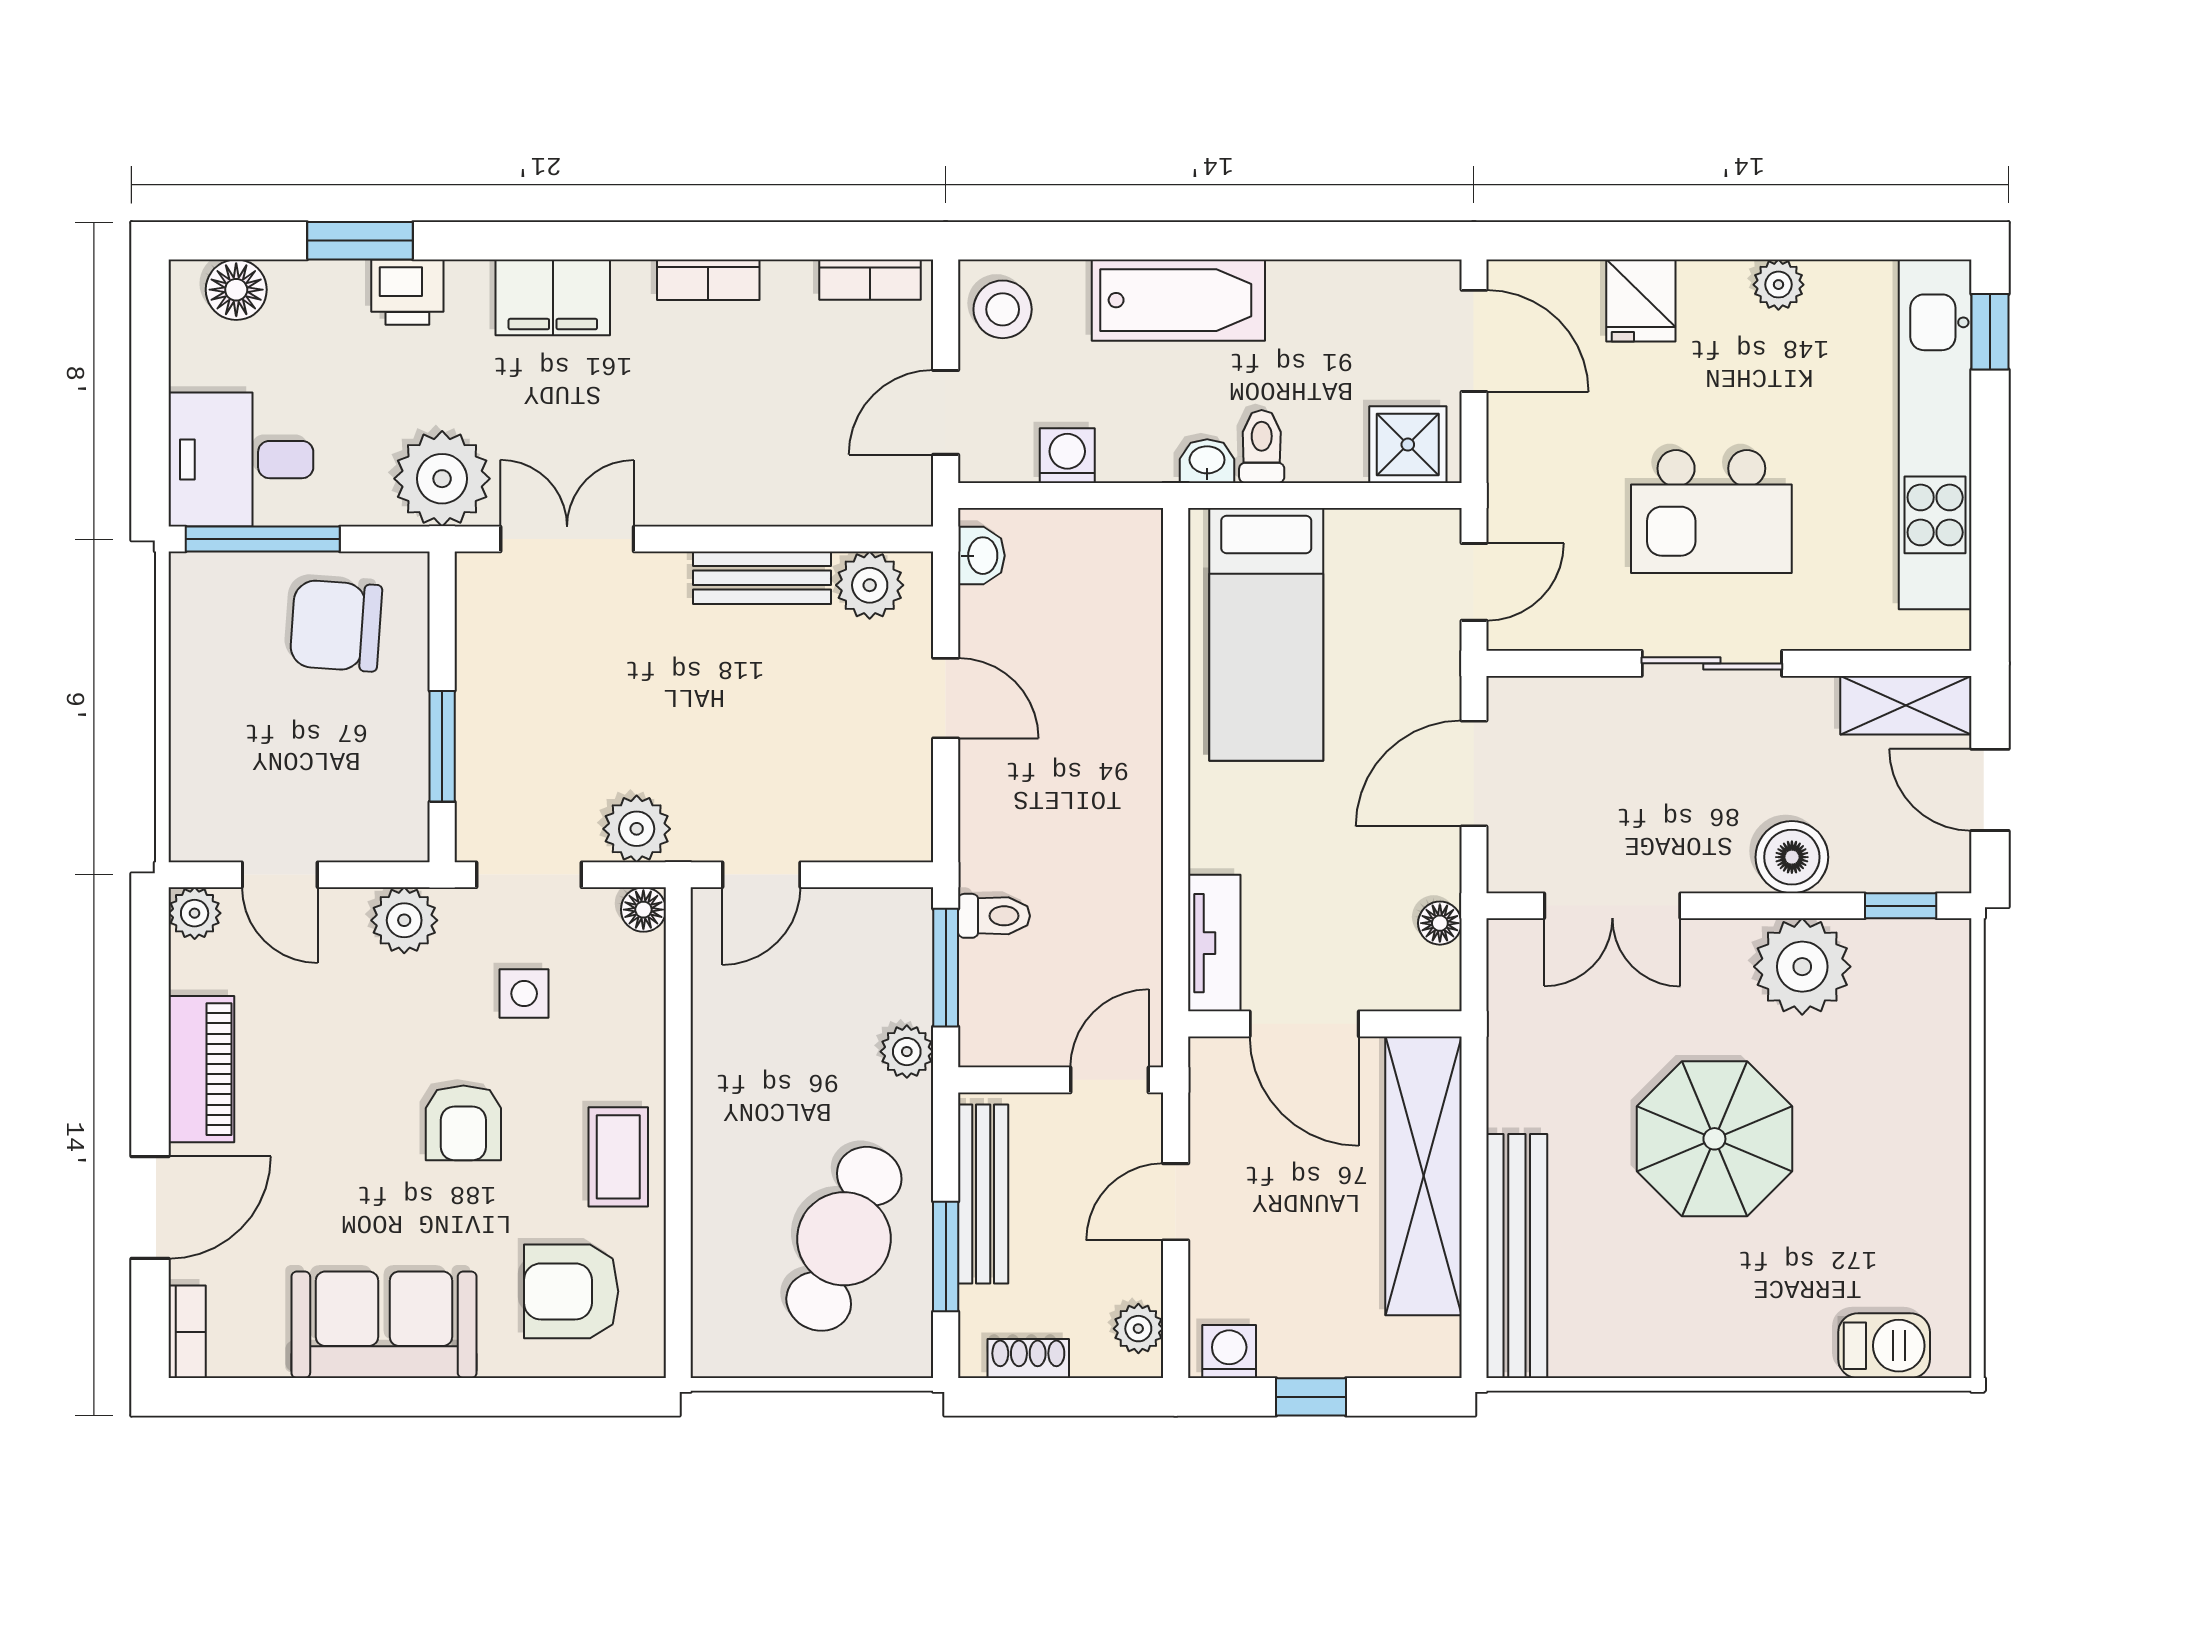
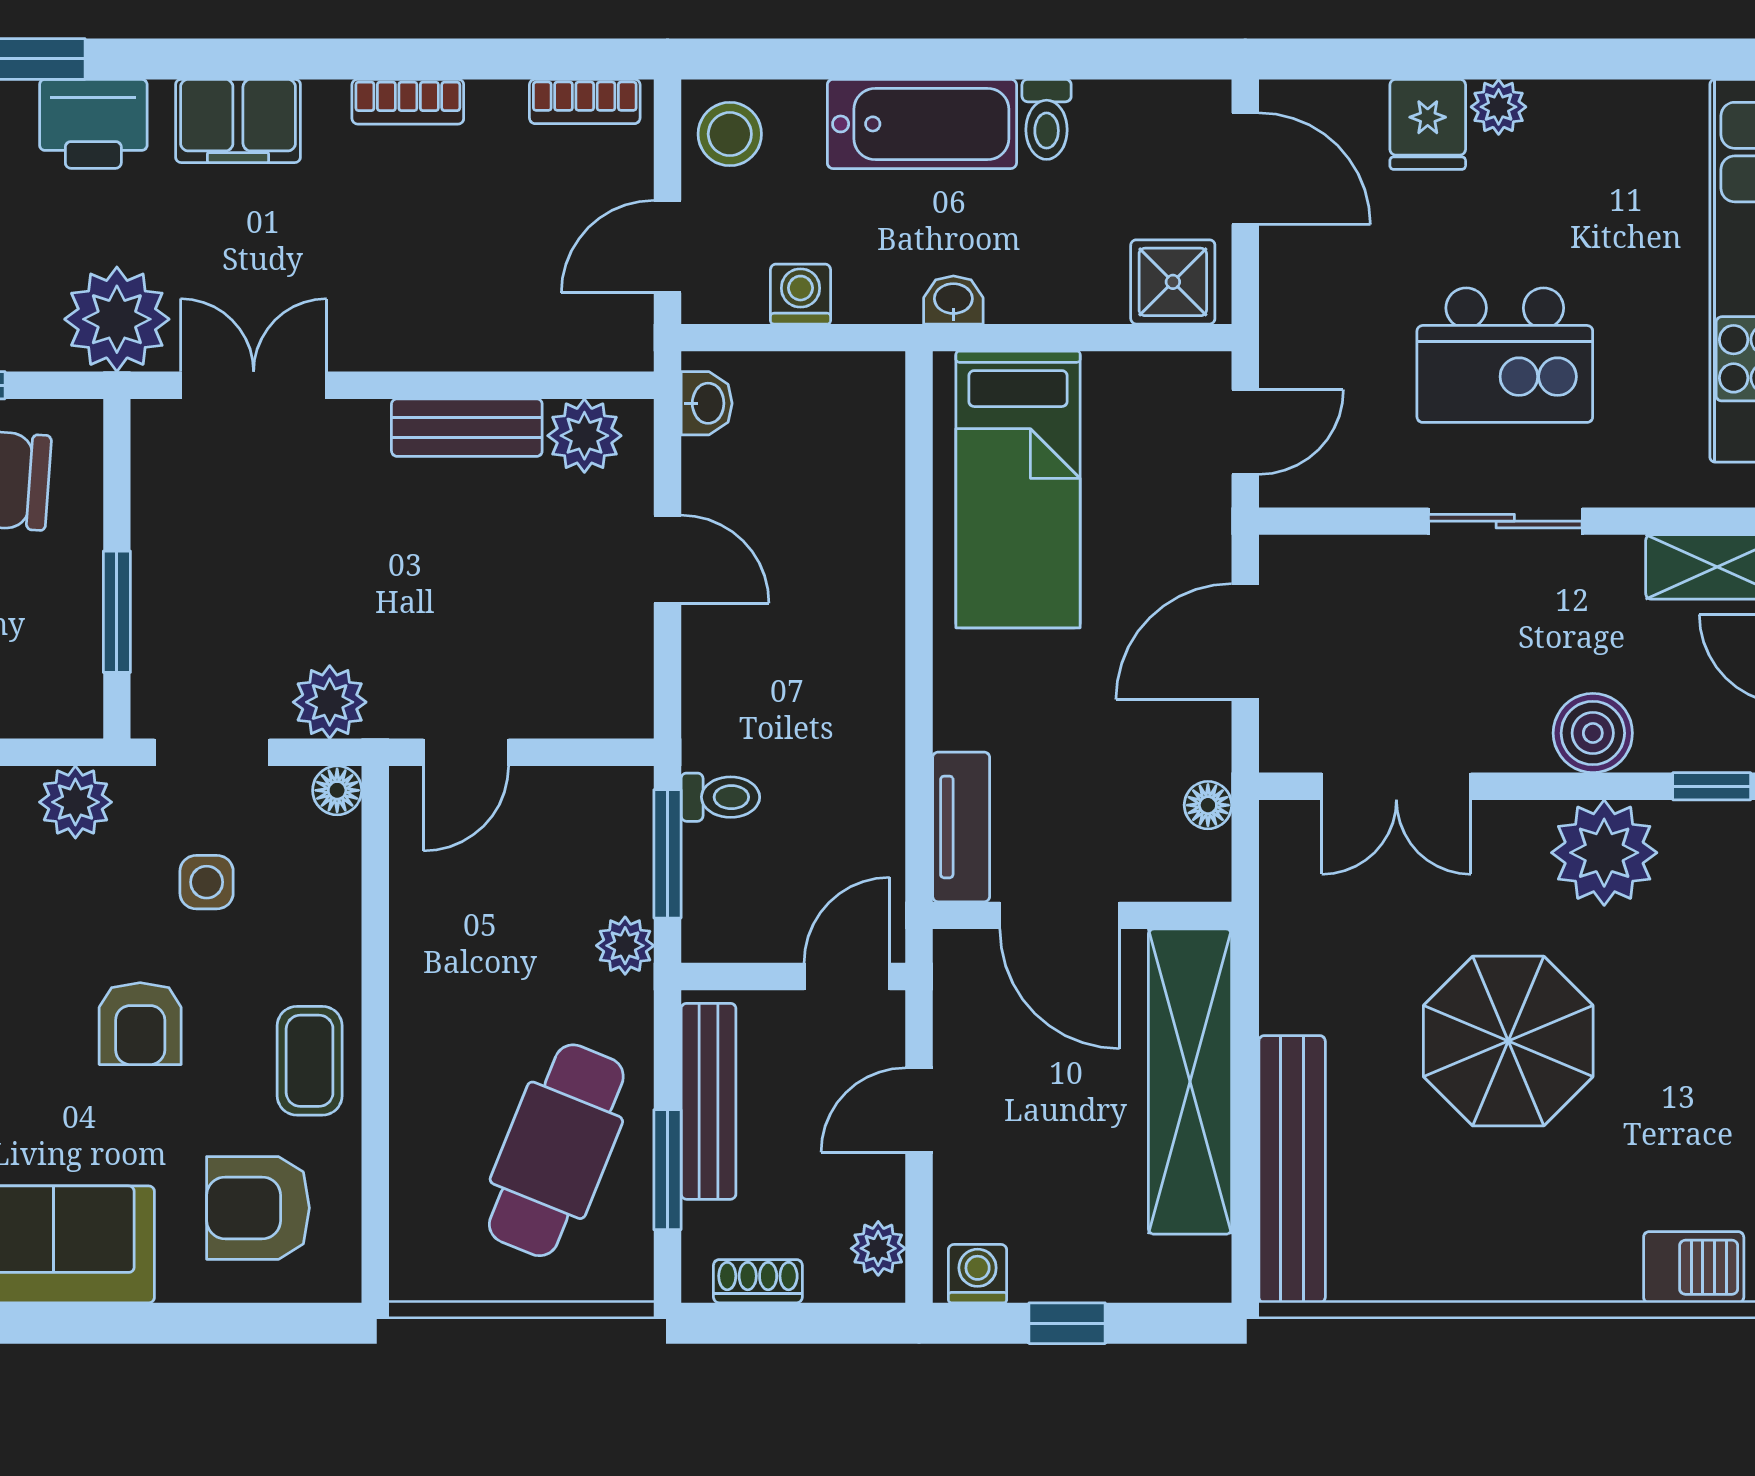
plant: (1778, 285) -> (1499, 107), moved
printer: (407, 292) -> (93, 124), width x1.36, depth x1.24
toilet: (1262, 446) -> (1047, 119), moved, turned 180

